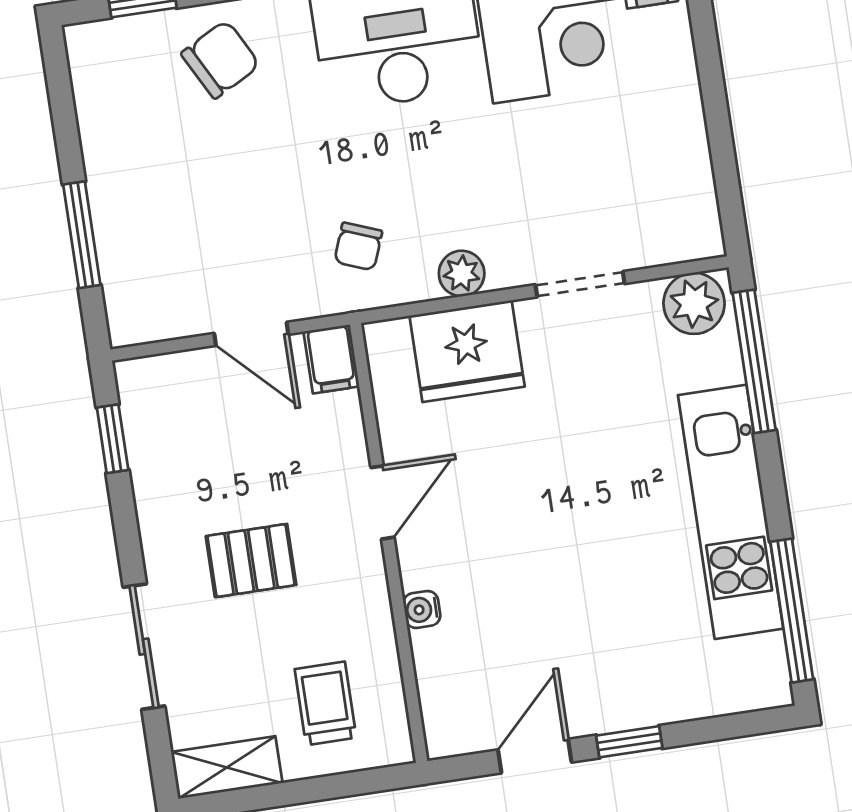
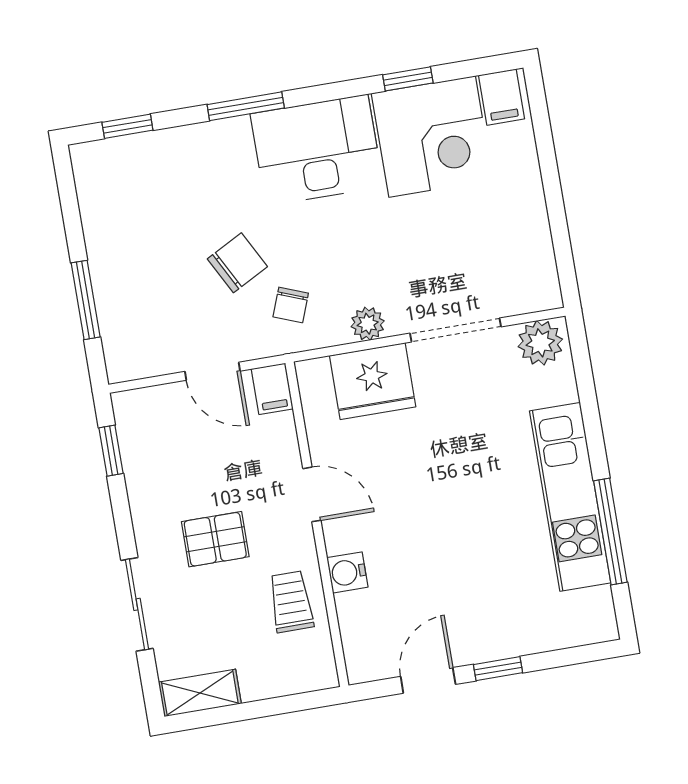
chair: (220, 59) -> (237, 263), moved
doorway: (580, 284) -> (455, 330), width x1.38
window: (754, 361) -> (586, 385), removed
door: (382, 502) -> (312, 494), hinge flipped
water cooler: (422, 609) -> (347, 572), width x1.38, depth x1.38
window: (792, 611) -> (610, 532), moved
trolley: (326, 703) -> (291, 602), moved

